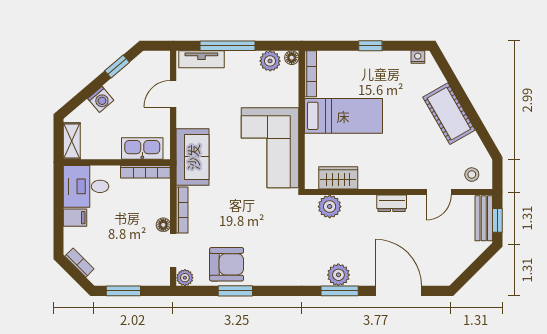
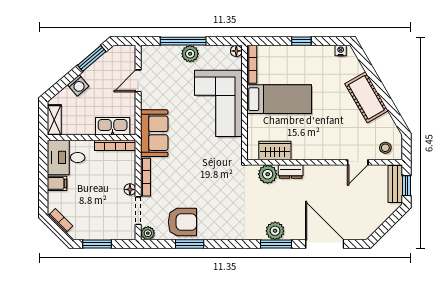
tv unit: (201, 59) -> (162, 52), removed
plant: (270, 61) -> (190, 54), moved
window: (117, 67) -> (92, 58), width x1.50
corner sofa: (270, 148) -> (218, 103), moved
dresser: (392, 203) -> (291, 172), moved

